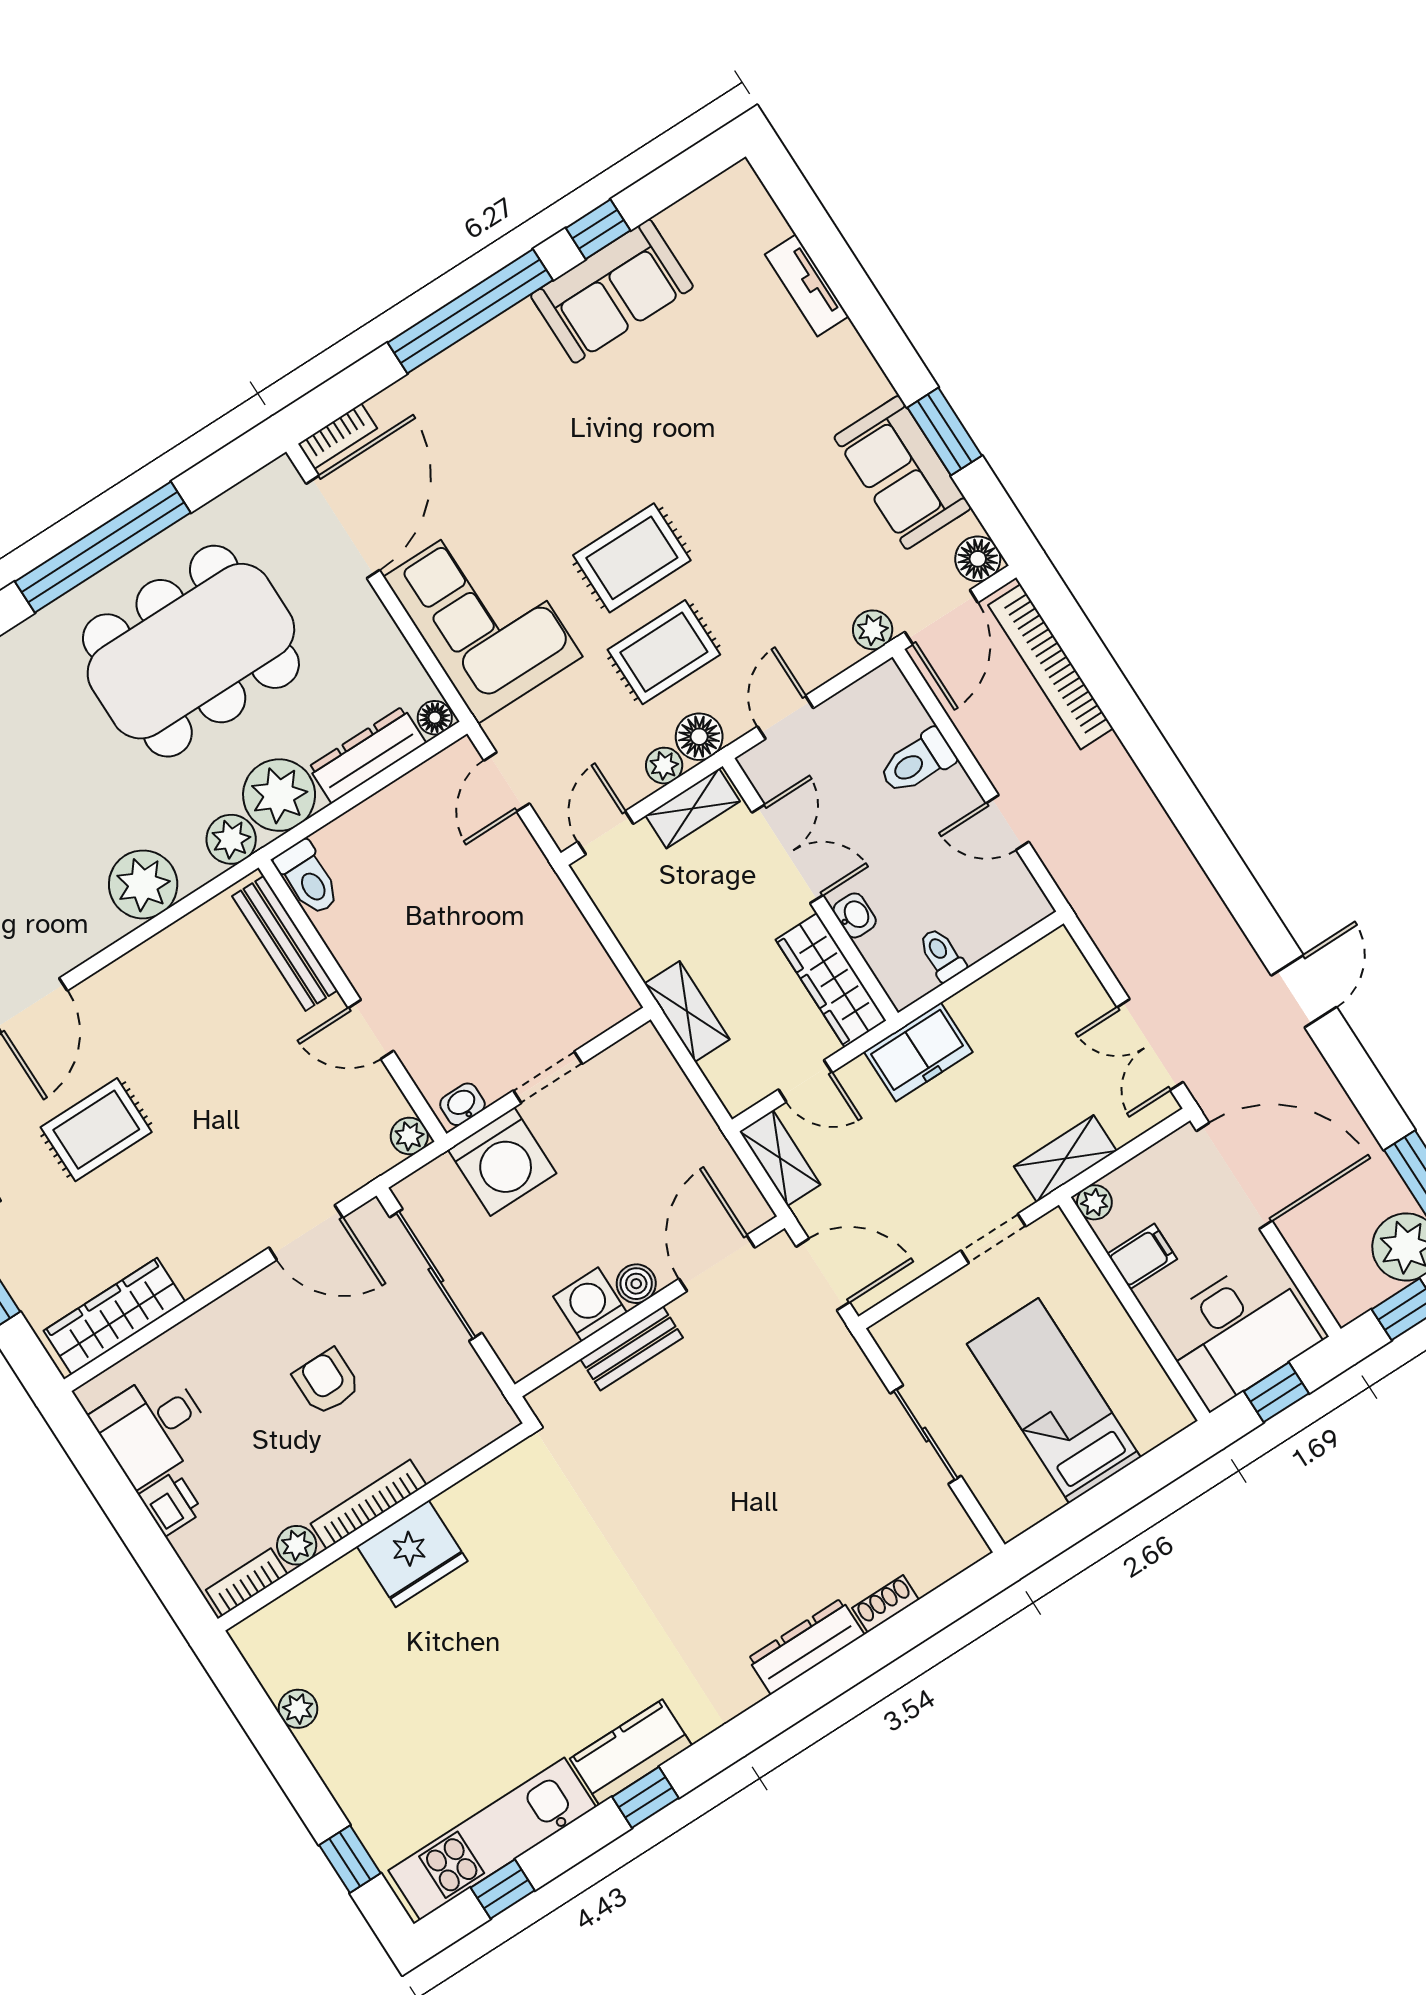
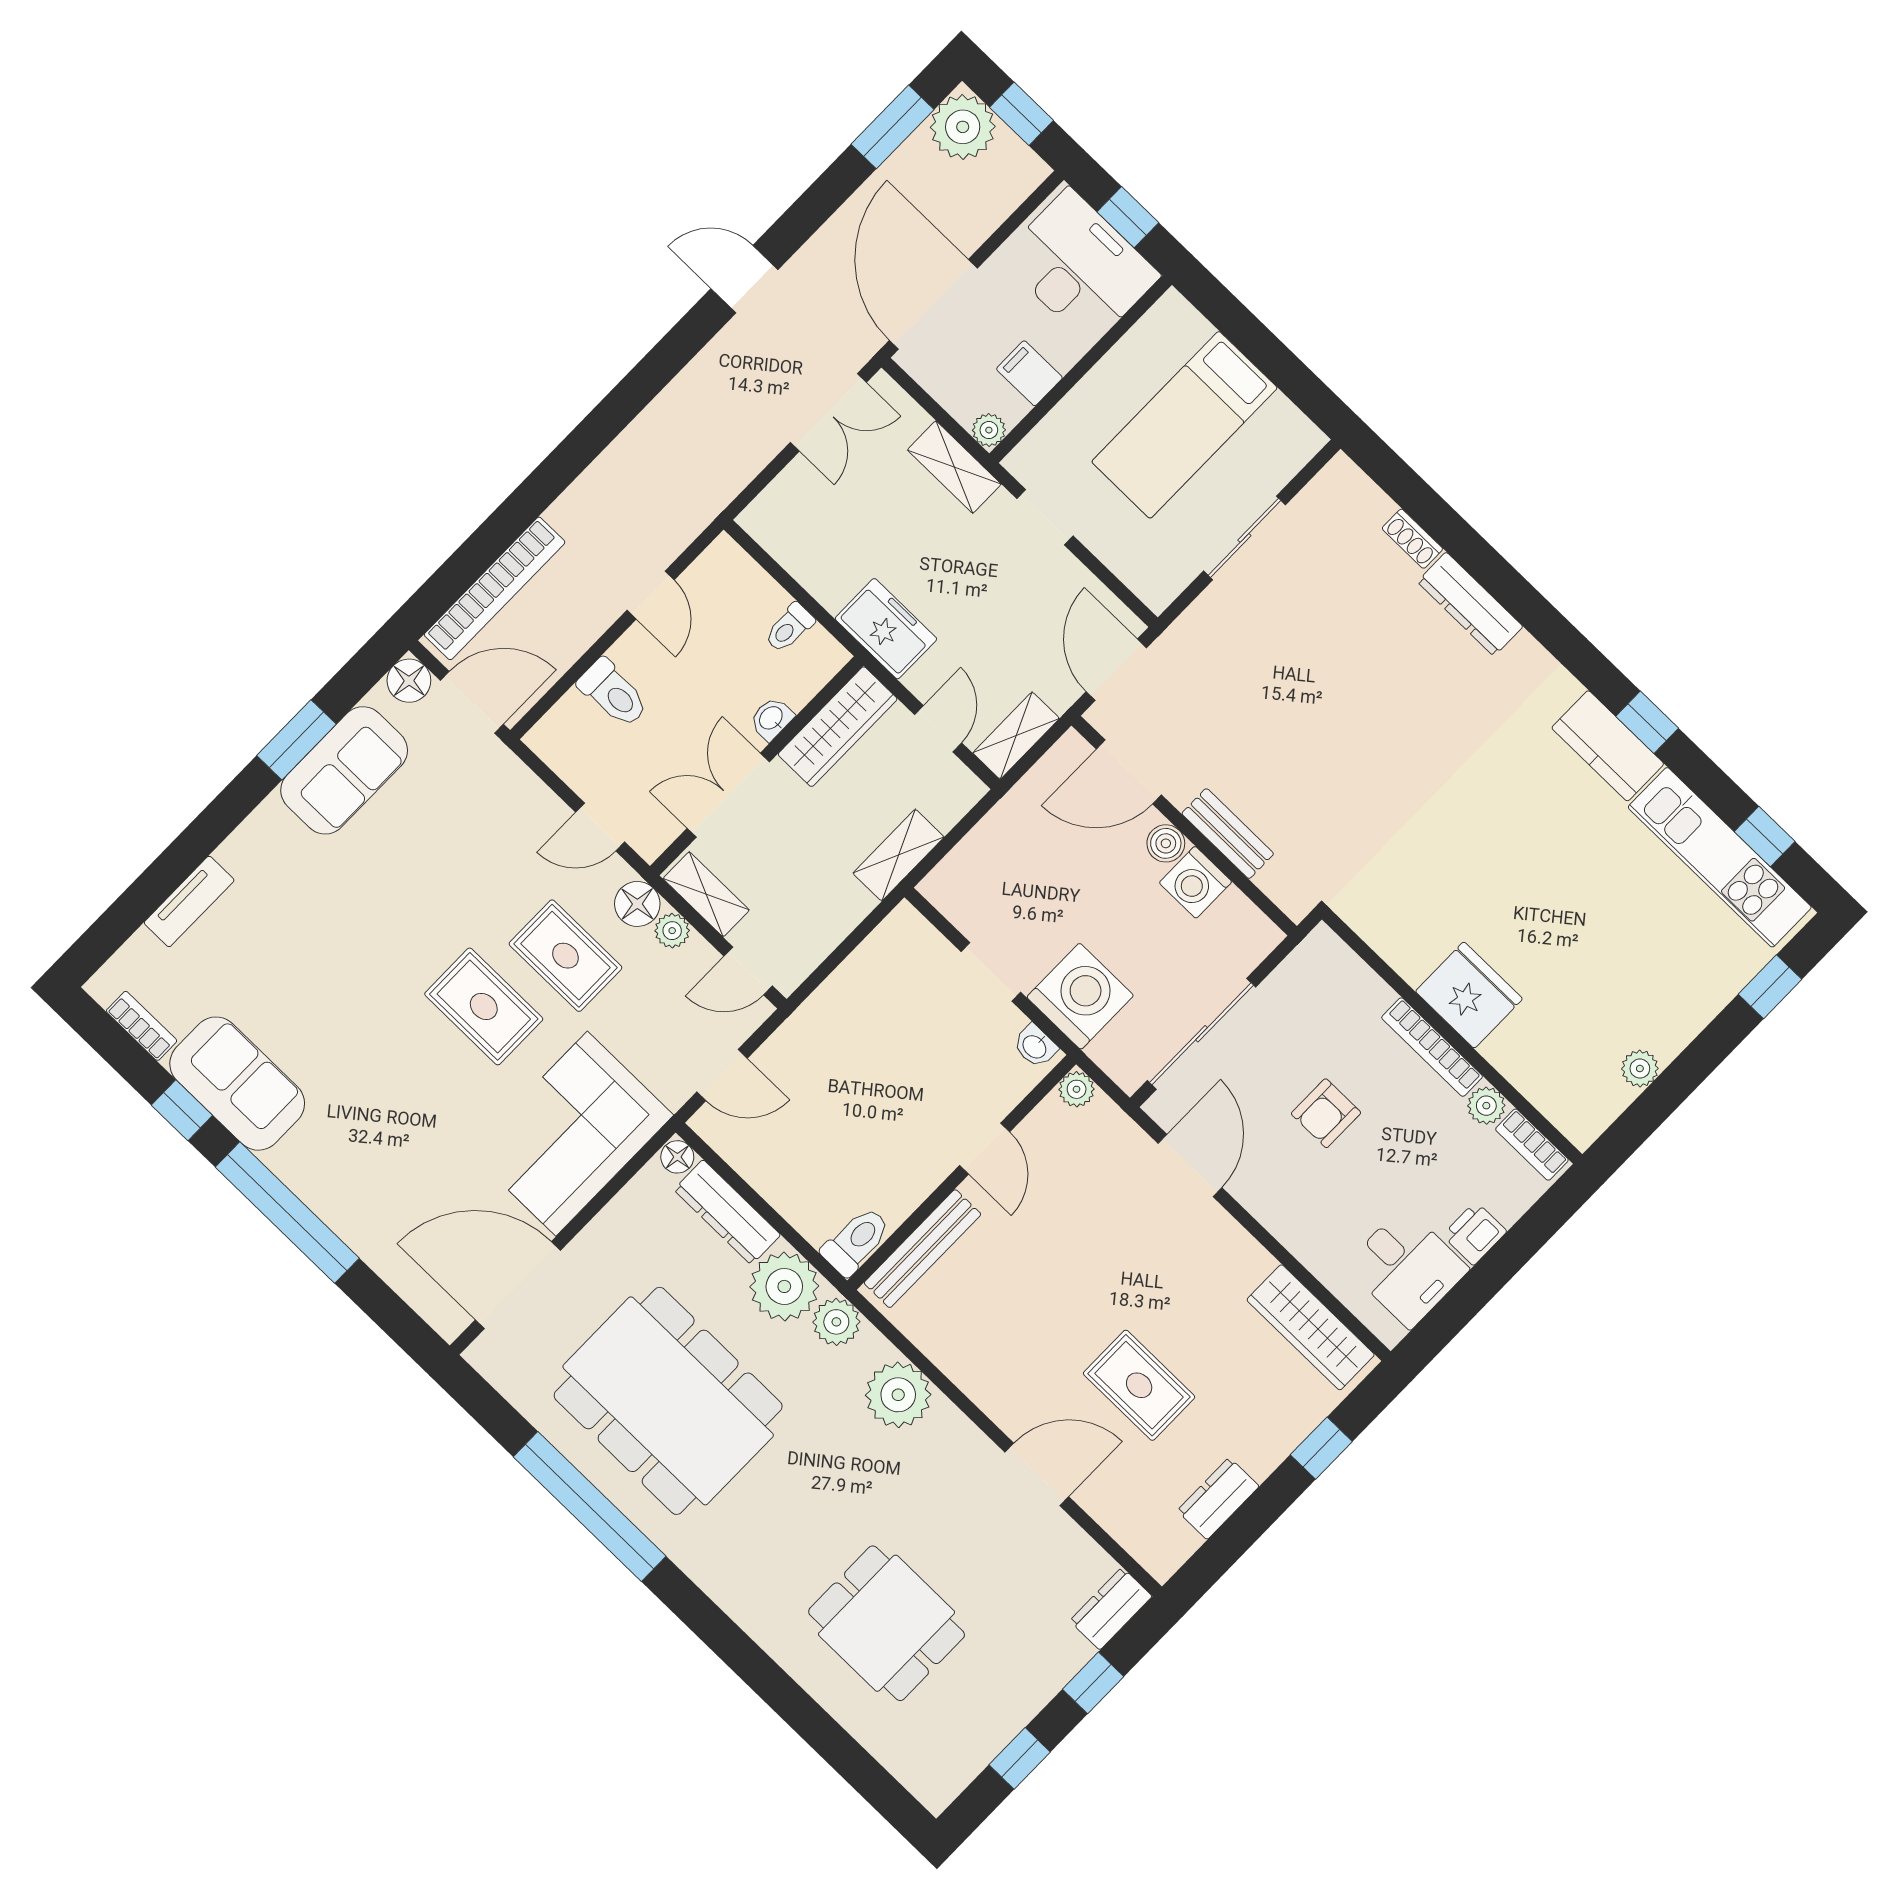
bookcase: (338, 436) -> (142, 1026), moved
plant: (873, 630) -> (499, 764), removed

